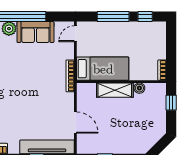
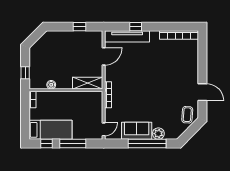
bed: (103, 69) -> (51, 130), moved, turned 180
shelving: (115, 90) -> (88, 83), moved
door: (75, 123) -> (104, 56), swing flipped

